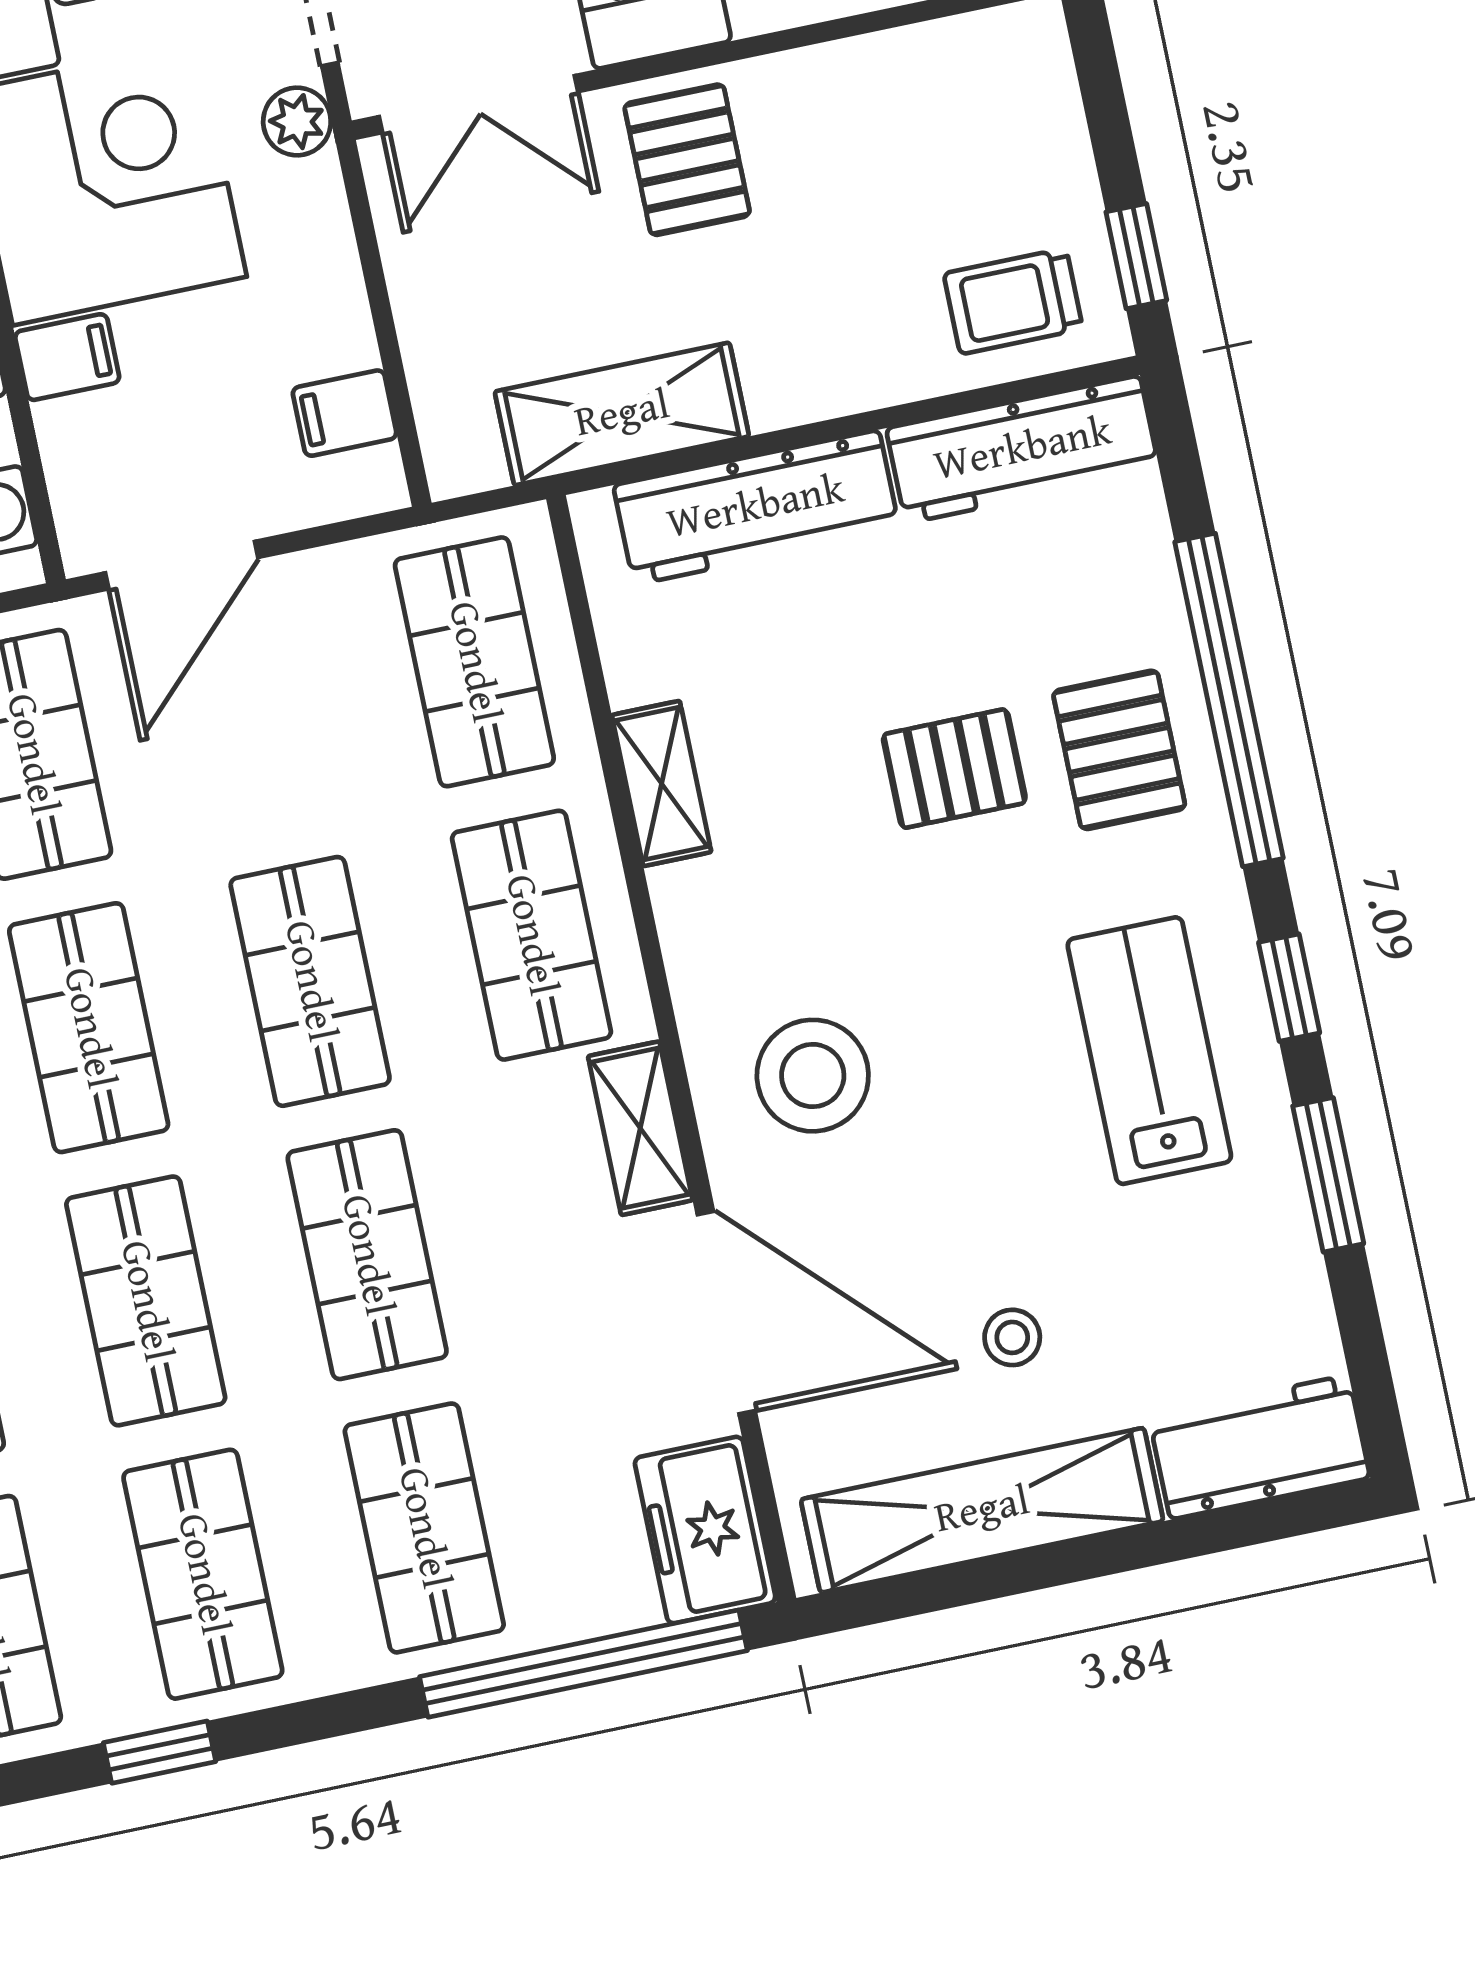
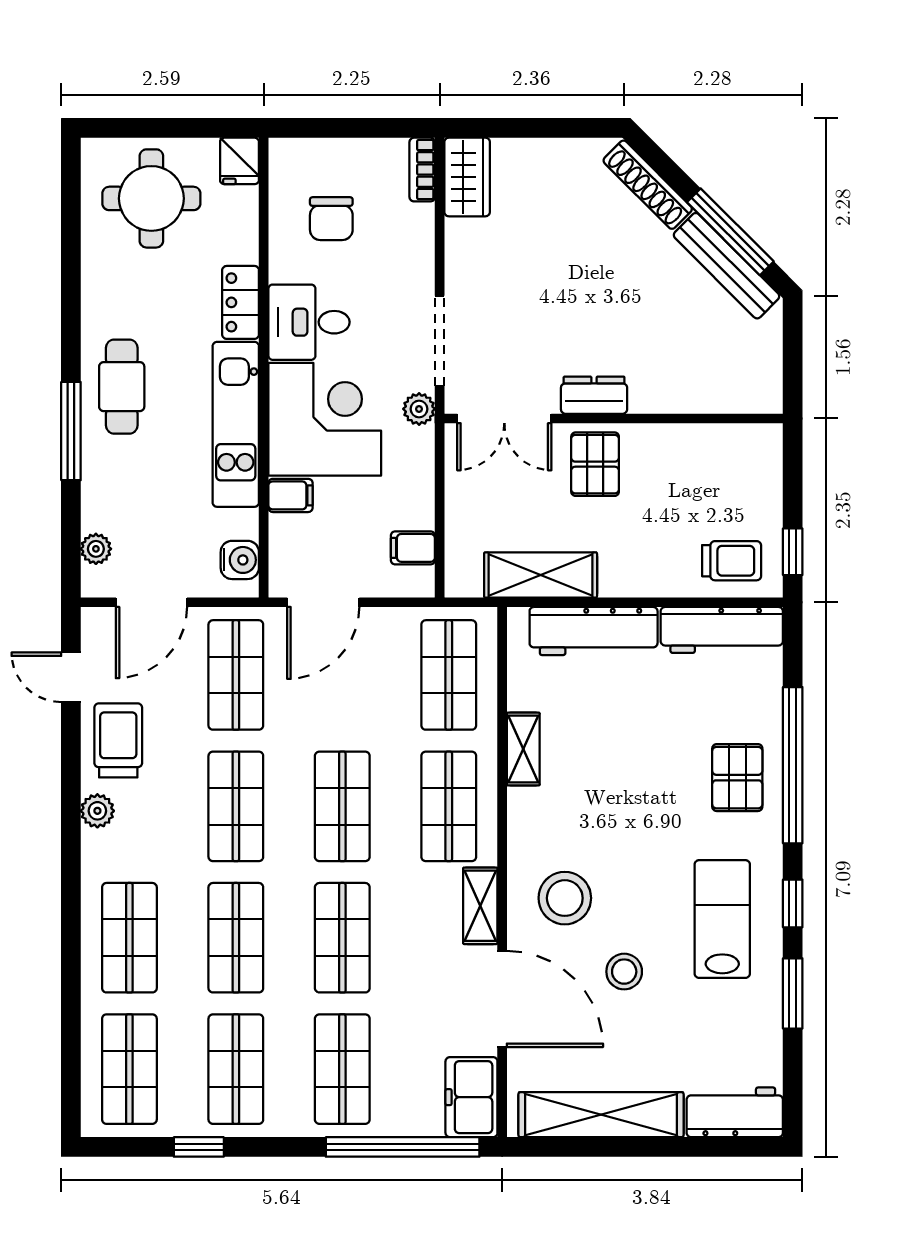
trolley: (1013, 301) -> (732, 561), turned 180
pallet: (954, 769) -> (660, 770), removed
stool: (1012, 1337) -> (624, 972), moved, width x1.37, depth x1.37

